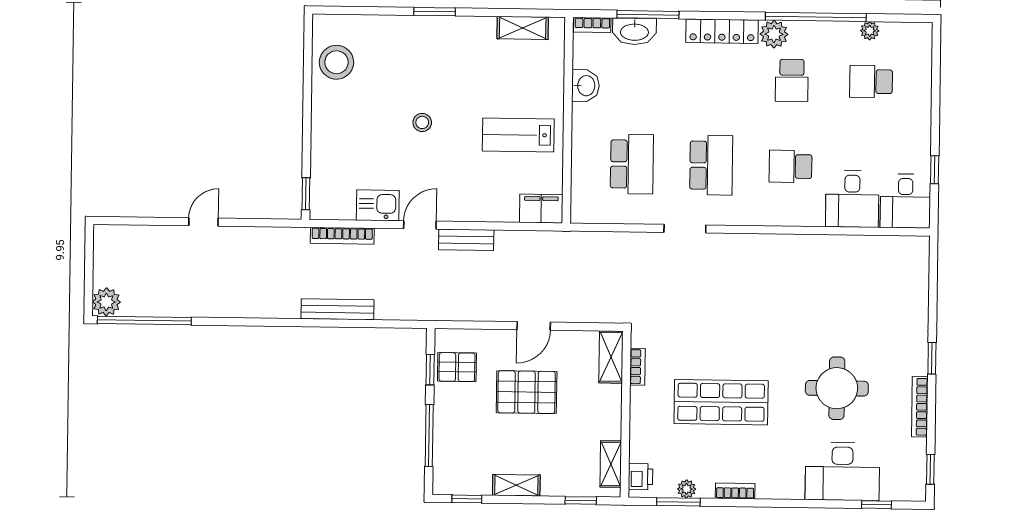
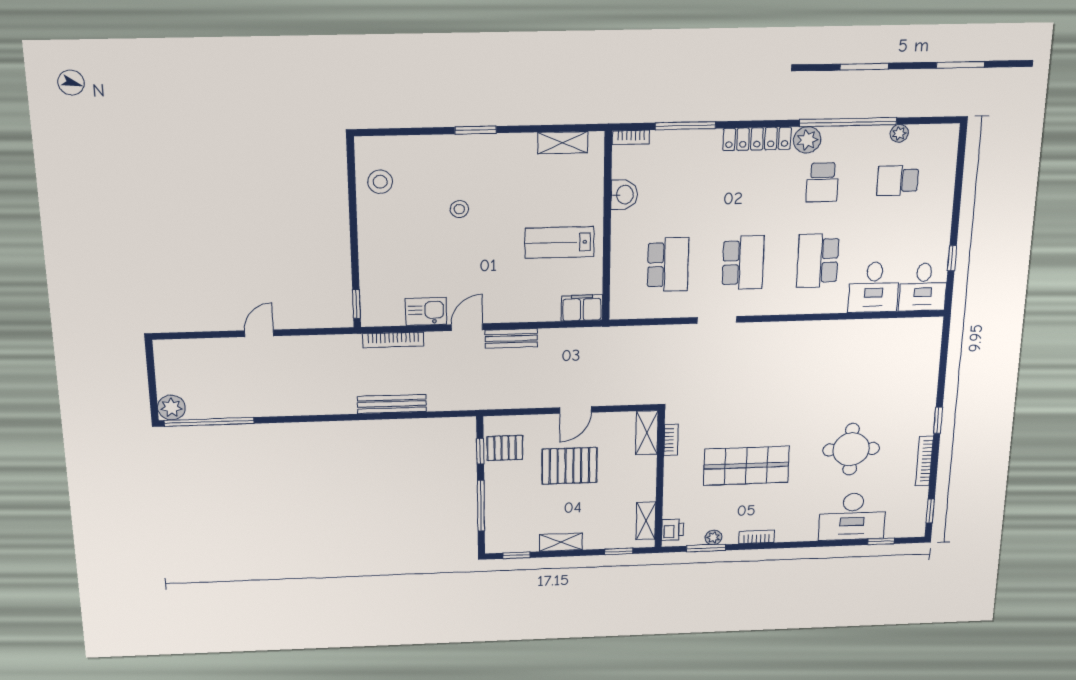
washbasin: (634, 31) -> (672, 142), removed
stool: (336, 62) -> (380, 182), width x0.73, depth x0.73
stool: (422, 122) -> (459, 209), moved
school desk: (791, 166) -> (818, 261), width x1.85

